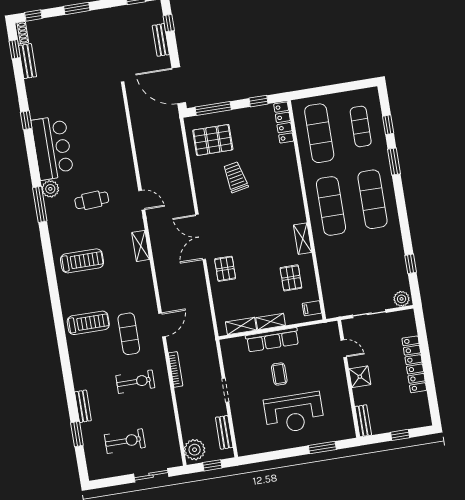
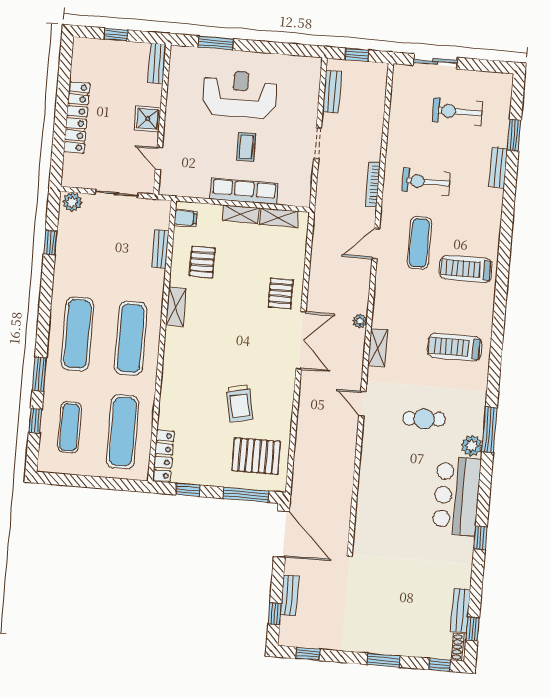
bench: (325, 280) -> (160, 249), added
plant: (195, 450) -> (360, 321), moved, width x0.53, depth x0.53

